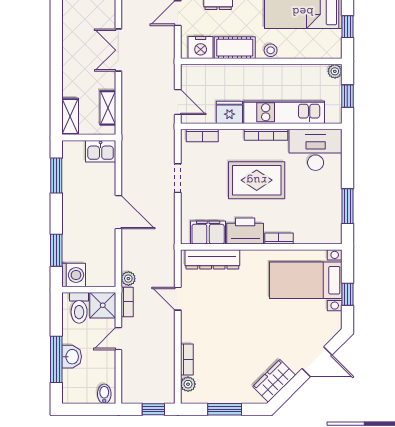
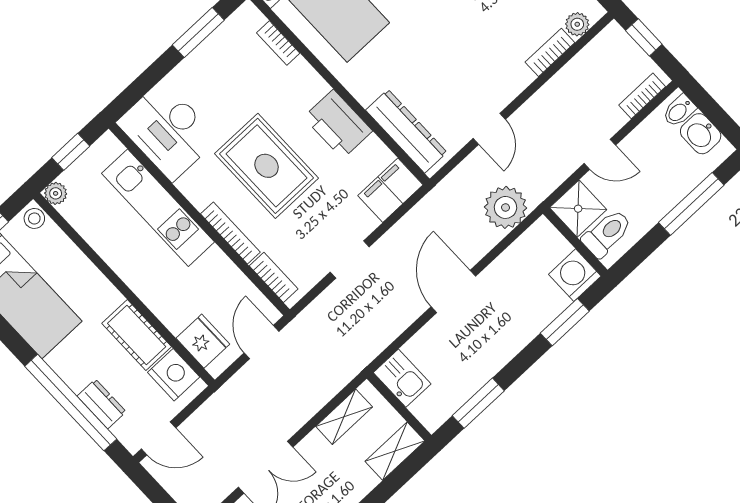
stool: (271, 50) -> (34, 218), moved
fridge: (229, 112) -> (203, 341), moved, turned 180
bookcase: (266, 135) -> (230, 233), moved
filing cabinet: (208, 233) -> (390, 190), moved, turned 90
bookcase: (279, 239) -> (278, 43), moved
plant: (128, 279) -> (505, 207), width x1.87, depth x1.87
bookcase: (127, 302) -> (642, 96), moved
washbasin: (72, 357) -> (701, 134), moved, turned -90

